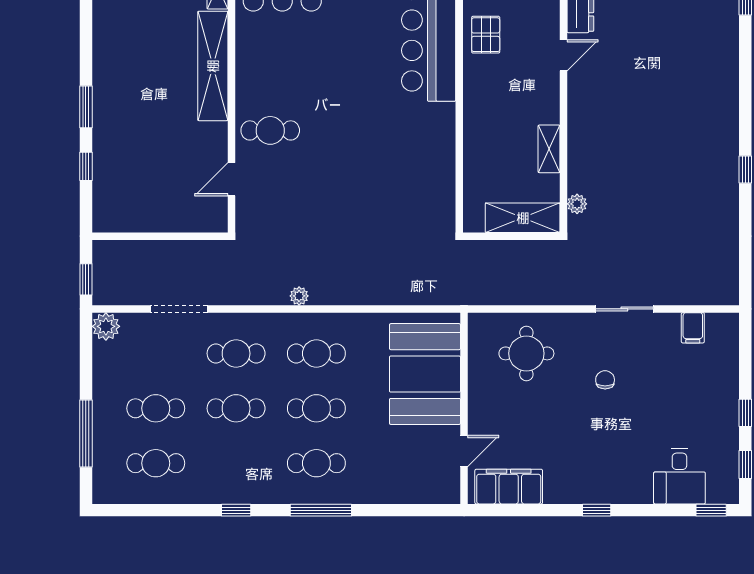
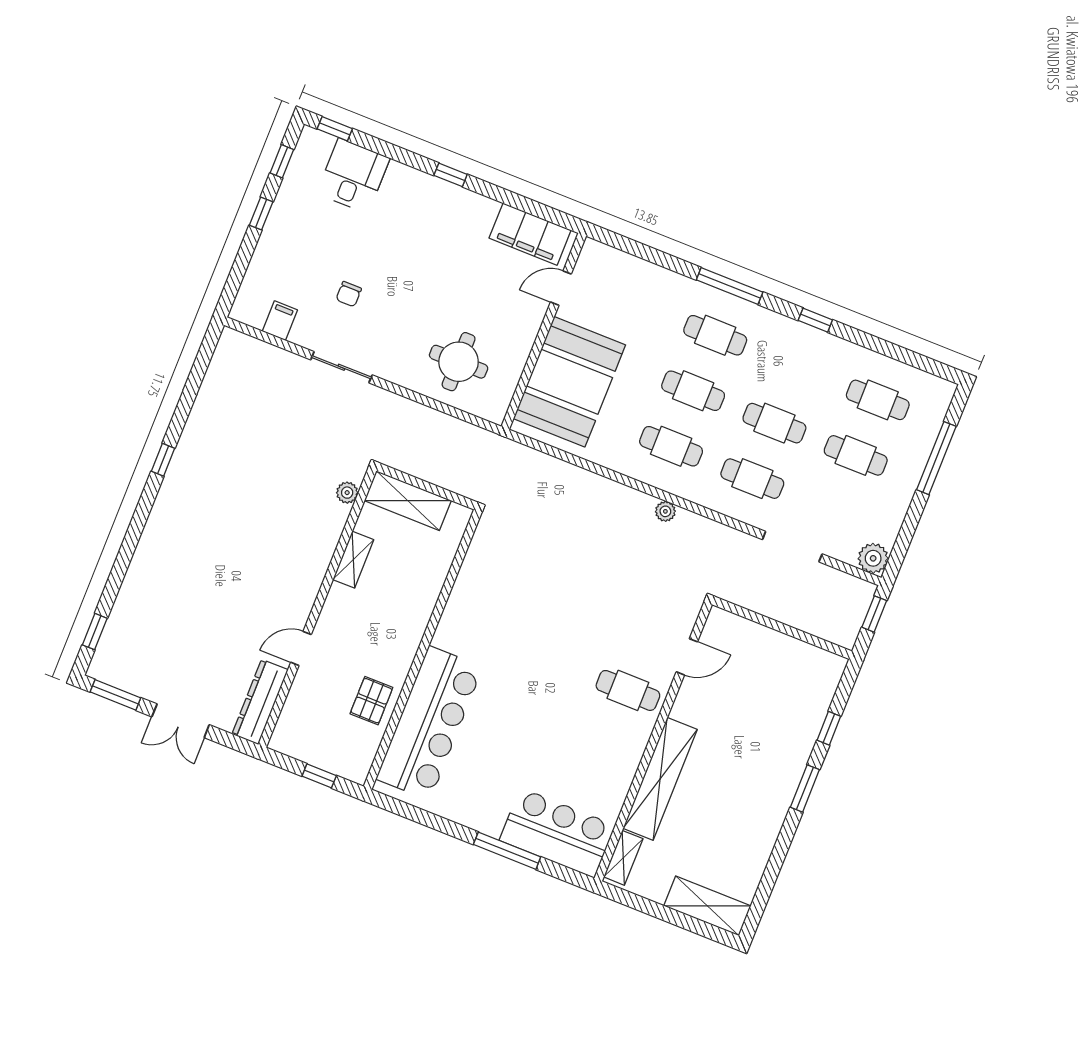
chair: (605, 380) -> (349, 294), moved

